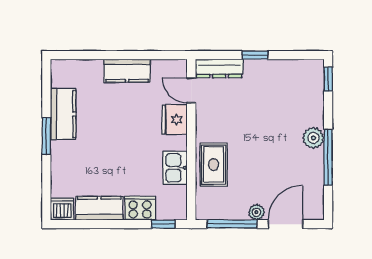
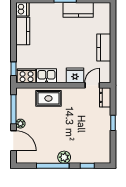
dresser: (219, 68) -> (105, 97), width x0.70
window: (328, 79) -> (87, 166), moved
cooker: (140, 208) -> (27, 76), moved, turned -90

